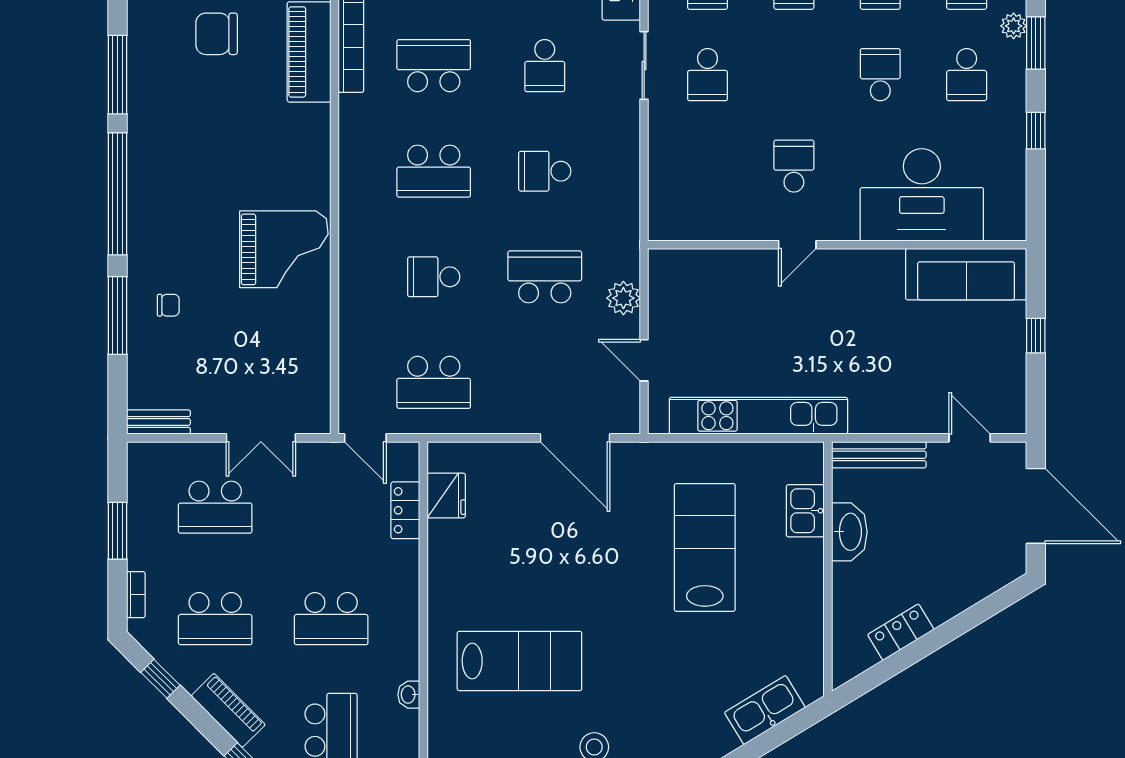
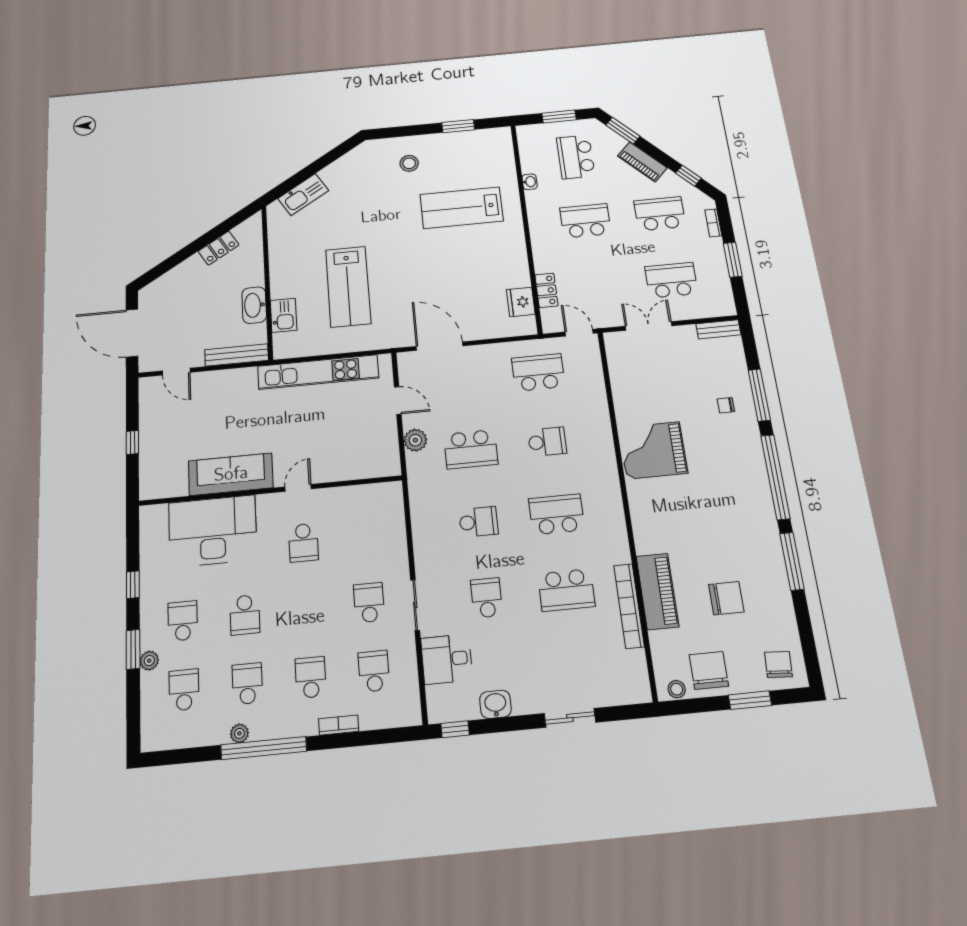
sofa: (966, 274) -> (231, 474), moved

